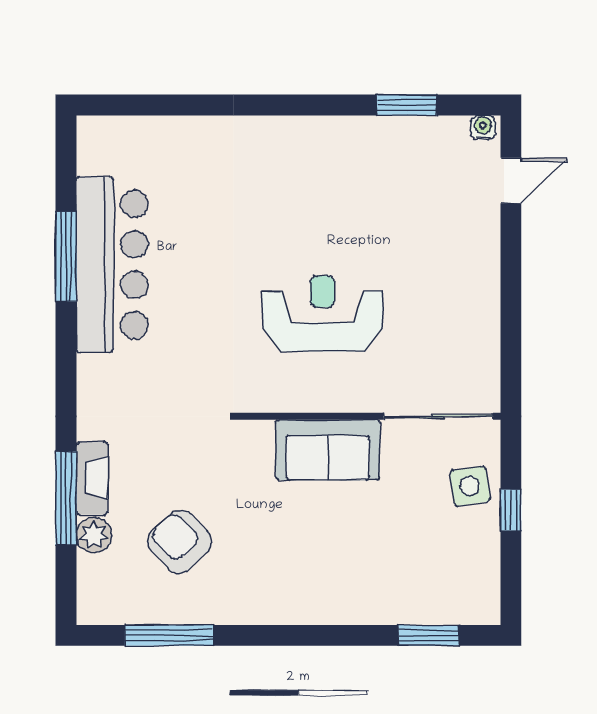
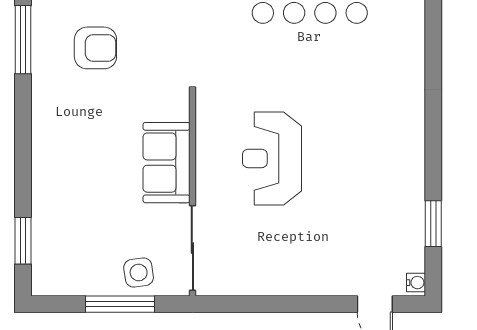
reception desk: (323, 314) -> (272, 158), turned 180
window: (511, 510) -> (120, 304), width x2.17
armchair: (180, 542) -> (95, 48), turned 44

